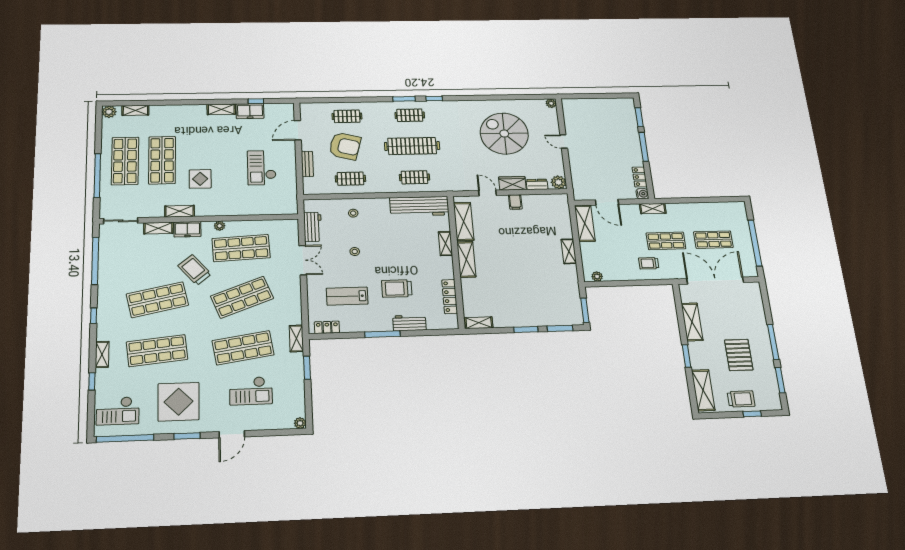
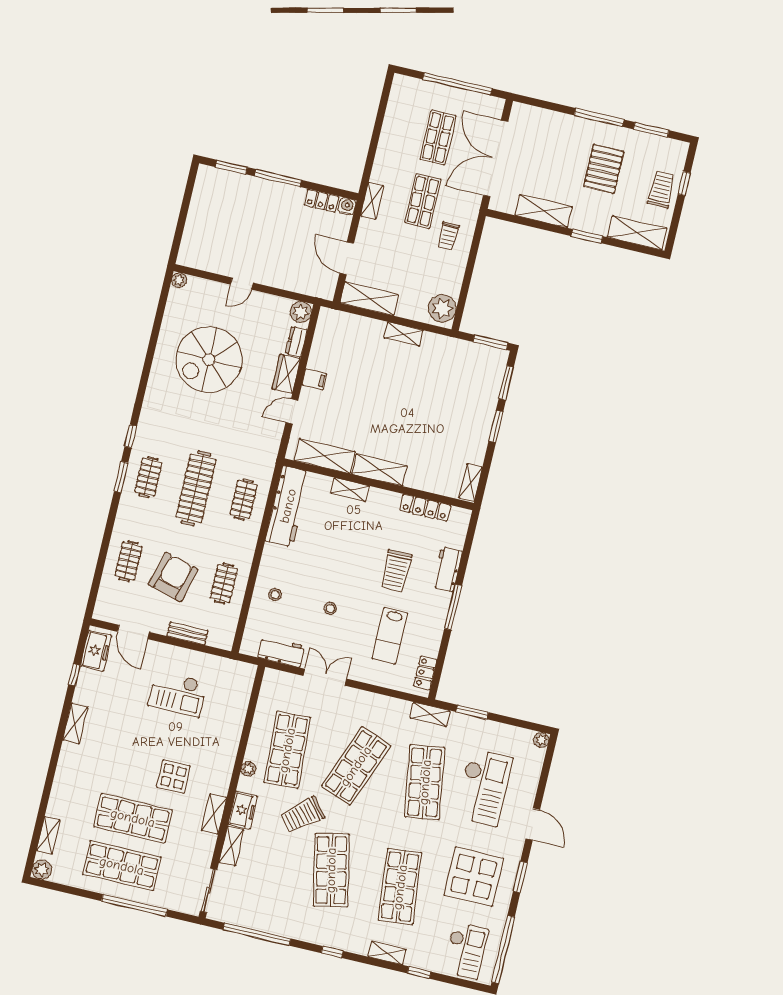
freezer: (250, 111) -> (96, 651), moved
door: (607, 202) -> (347, 258), swing flipped
plant: (597, 276) -> (442, 308), width x1.87, depth x1.87
shop shelf: (242, 297) -> (356, 766), turned 42
pallet: (739, 355) -> (604, 169), turned 90
checkout: (251, 391) -> (484, 787), width x1.36, depth x1.21

